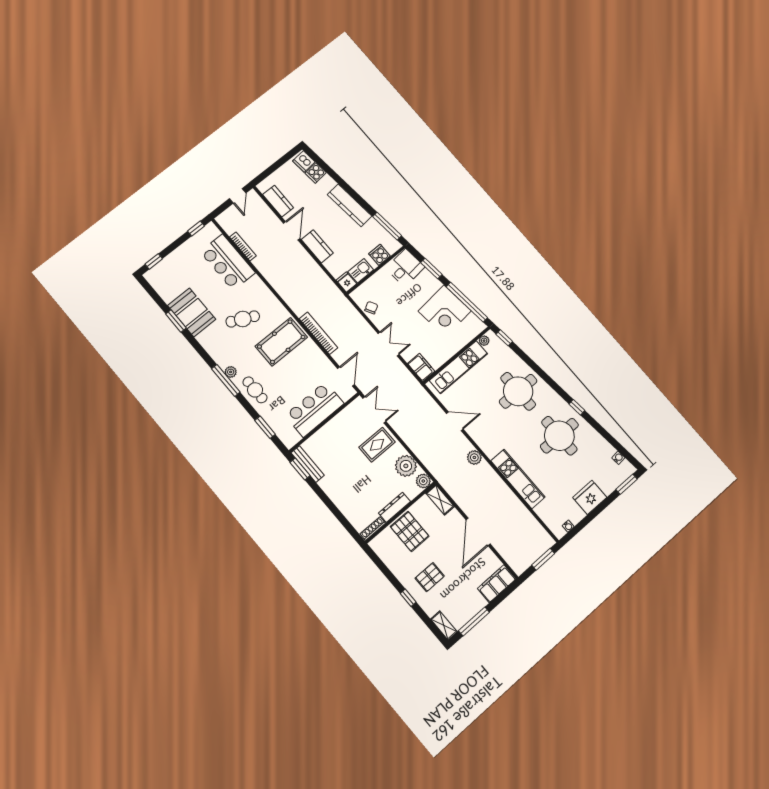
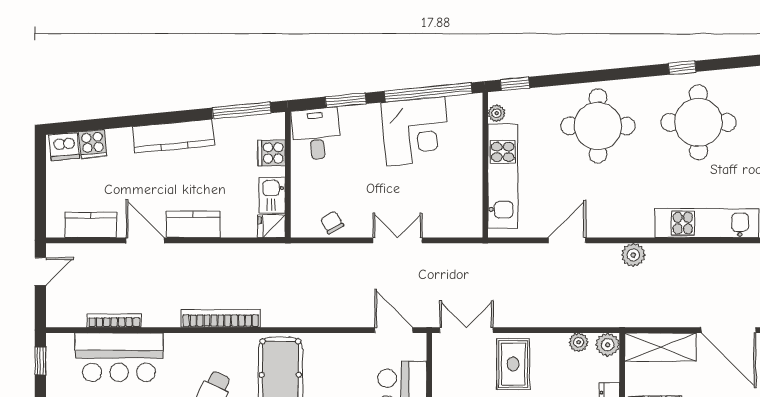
door: (238, 196) -> (40, 271), hinge flipped
bookcase: (318, 333) -> (221, 318), moved
filing cabinet: (421, 367) -> (463, 224), removed
plant: (406, 466) -> (579, 342), width x0.53, depth x0.53
shelving: (440, 500) -> (661, 347), width x1.50, depth x1.33

